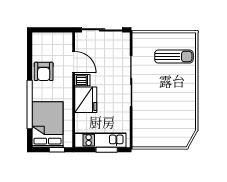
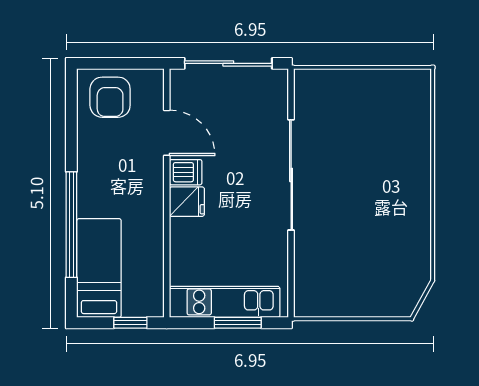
sun lounger: (174, 57) -> (383, 121), removed
armchair: (44, 71) -> (110, 97), moved
fridge: (86, 100) -> (187, 202), width x0.53, depth x0.75
bed: (47, 124) -> (99, 268), width x0.67

